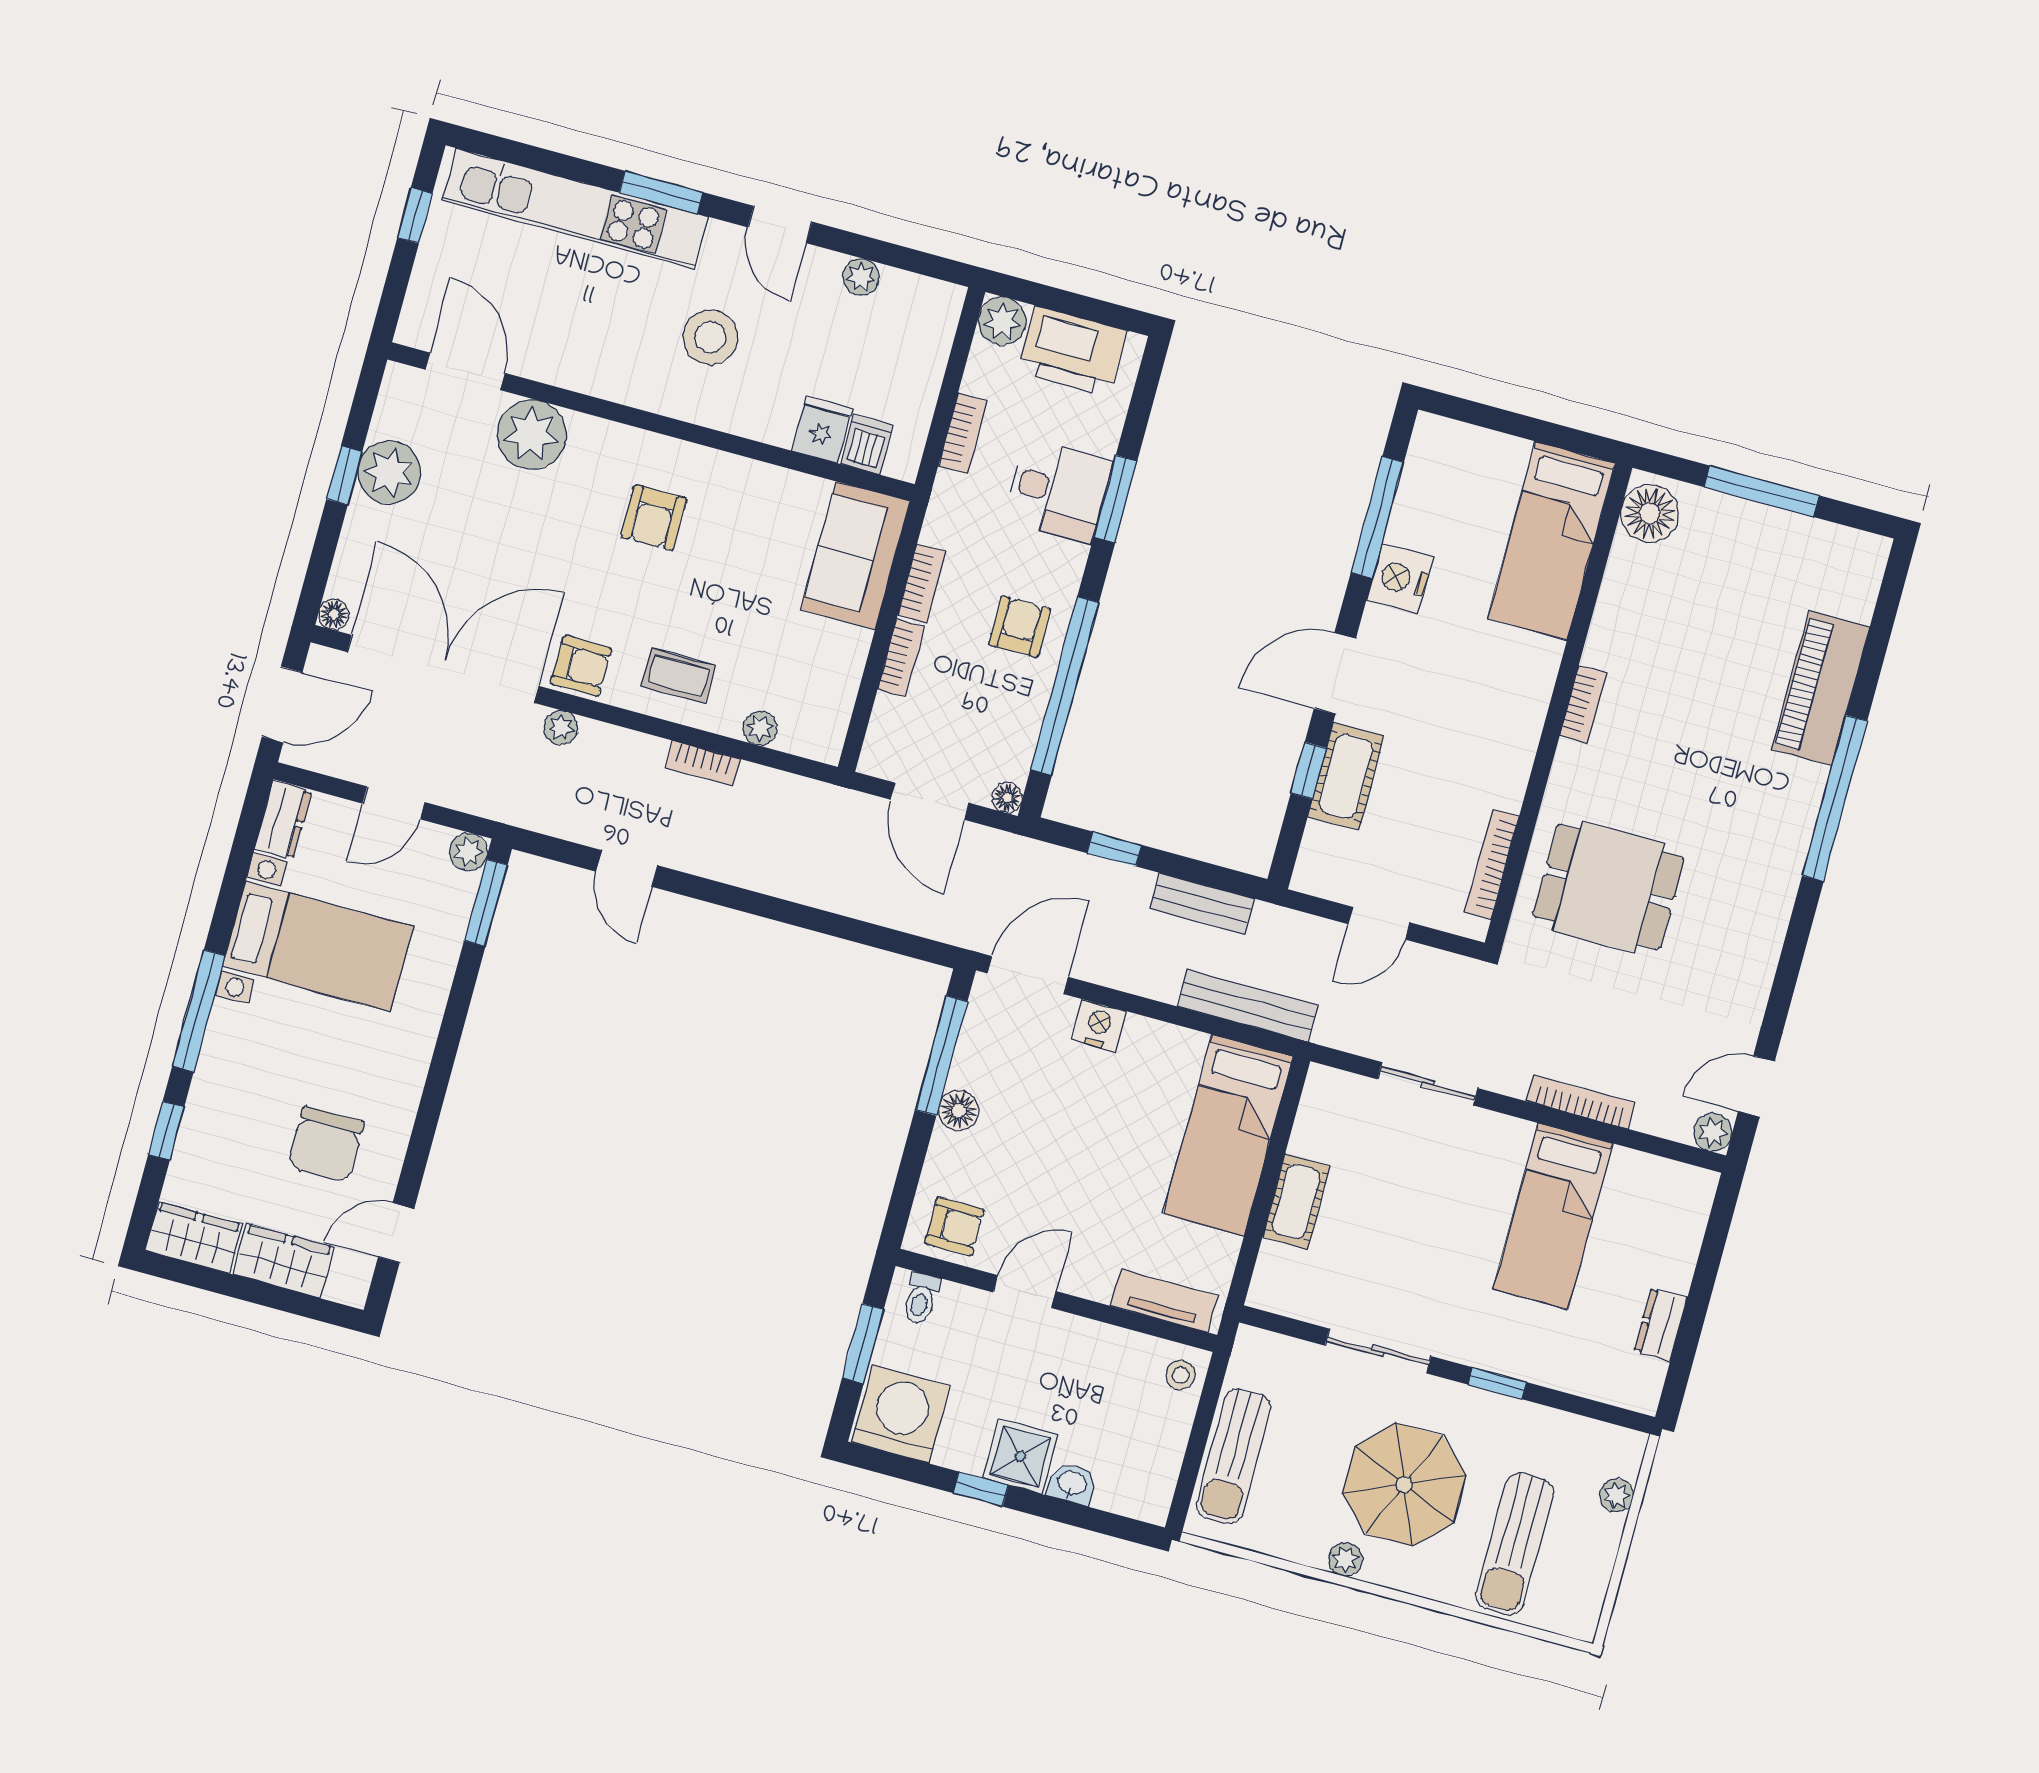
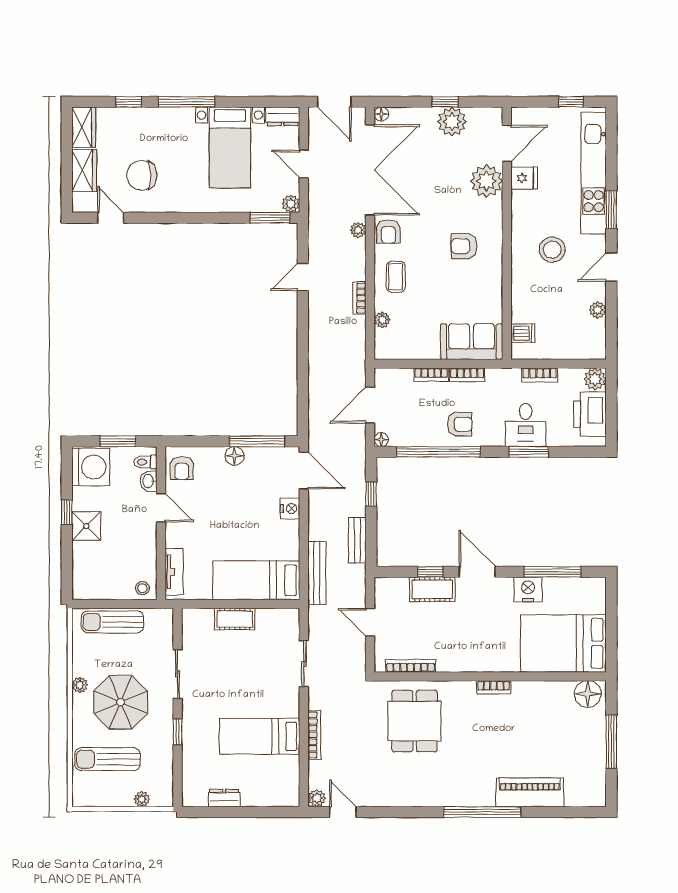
fridge: (822, 430) -> (524, 178), moved
bed: (1551, 541) -> (563, 643), width x1.50
washbasin: (1072, 1484) -> (148, 481), moved, turned 180

